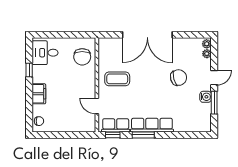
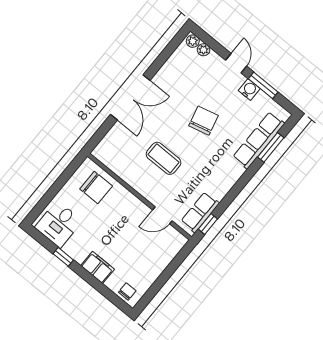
double door: (147, 35) -> (130, 97), width x0.73
chair: (178, 78) -> (203, 121), moved
coffee table: (117, 79) -> (164, 158), moved, turned 90
row of seats: (152, 125) -> (259, 140), moved
window: (143, 135) -> (271, 147), moved

